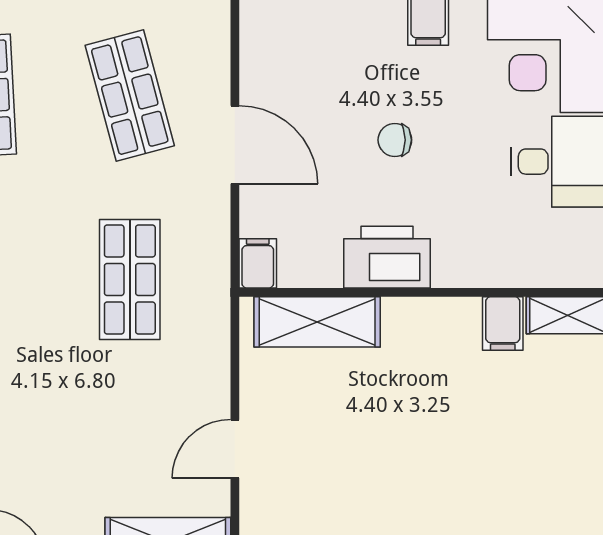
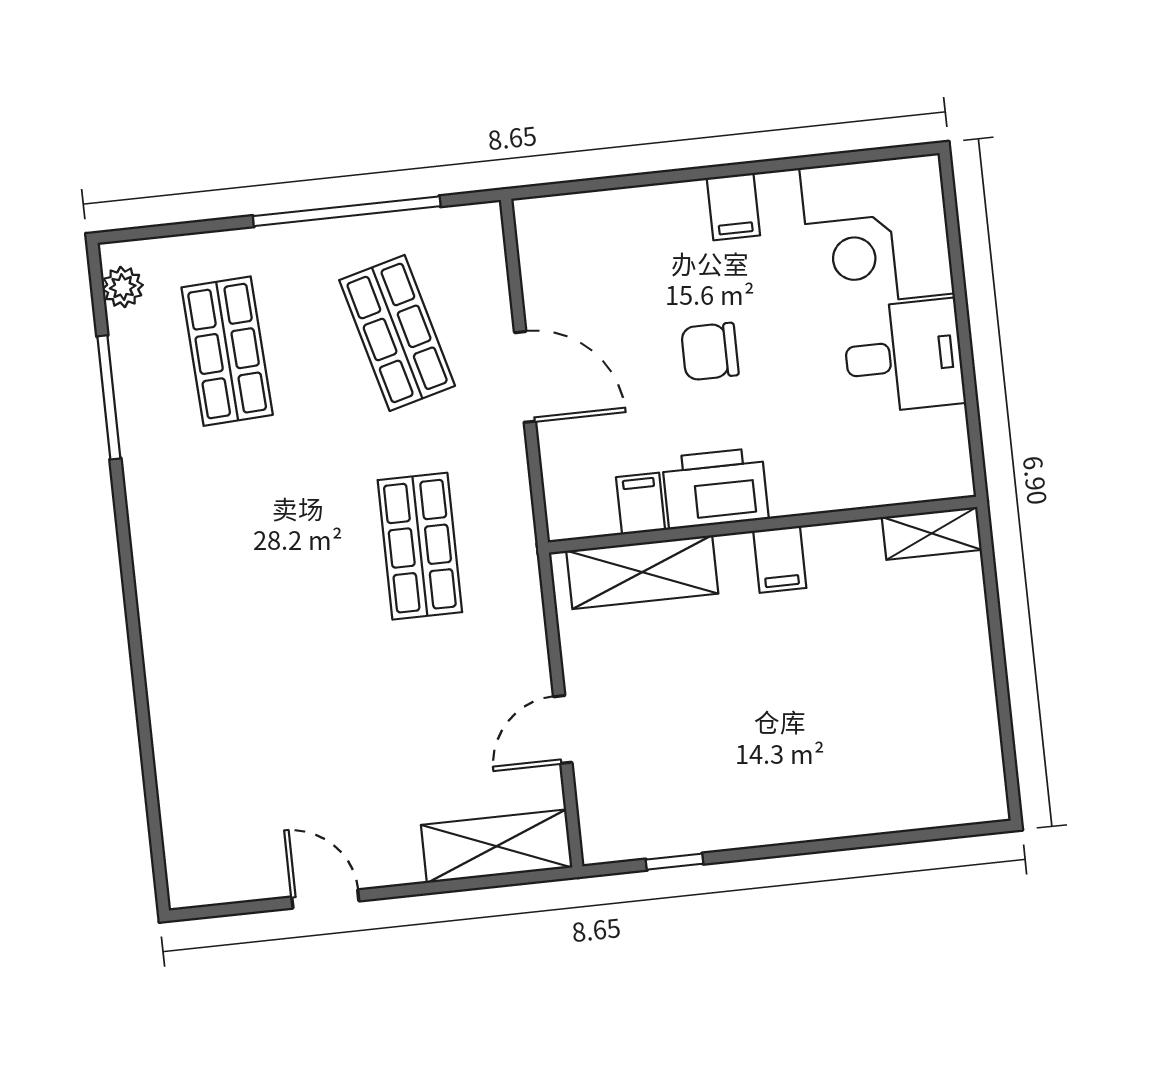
chair: (395, 140) -> (710, 352), width x1.37, depth x1.37
filing cabinet: (258, 263) -> (641, 504), moved
filing cabinet: (503, 324) -> (780, 559), moved

